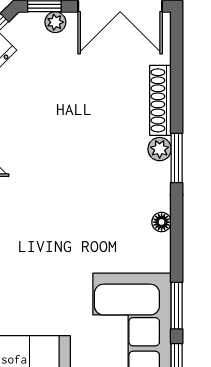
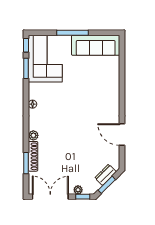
window: (177, 158) -> (26, 163), moved

